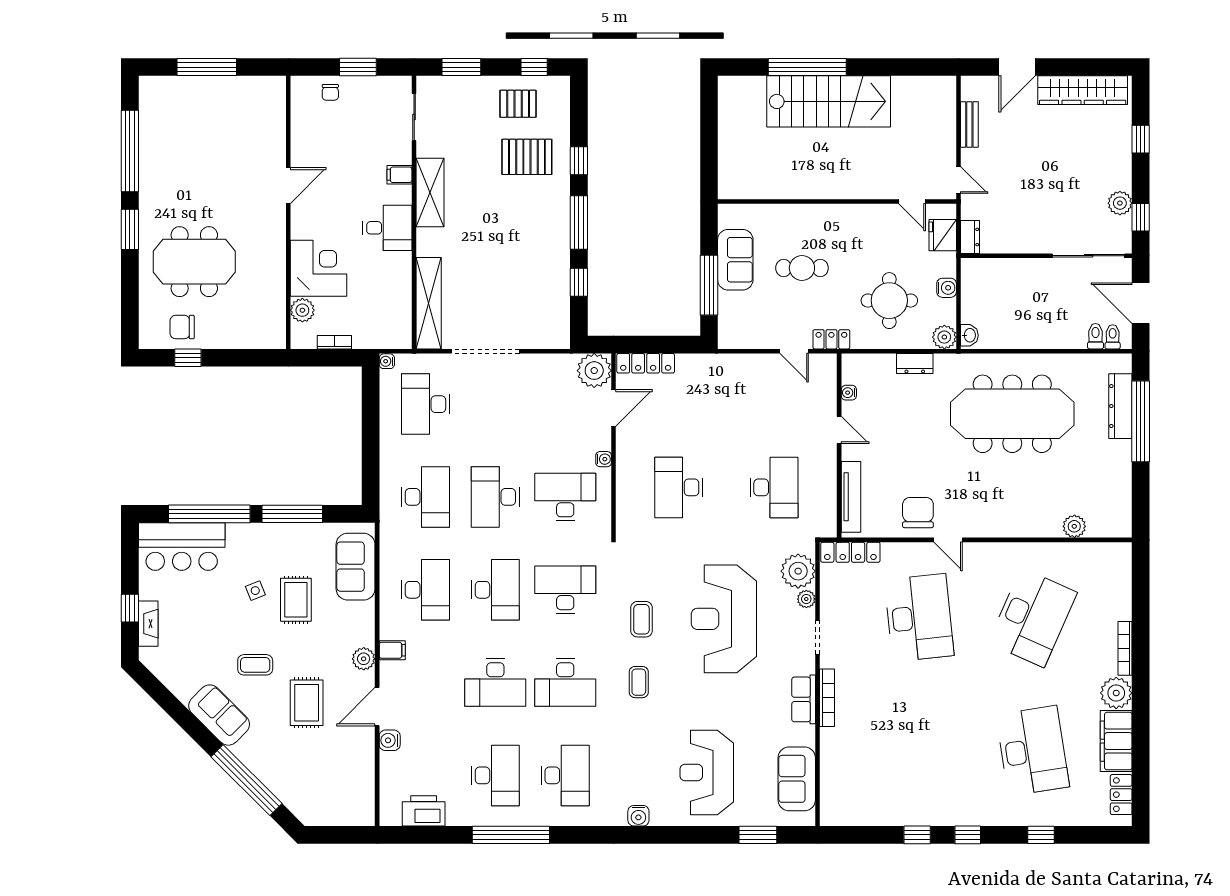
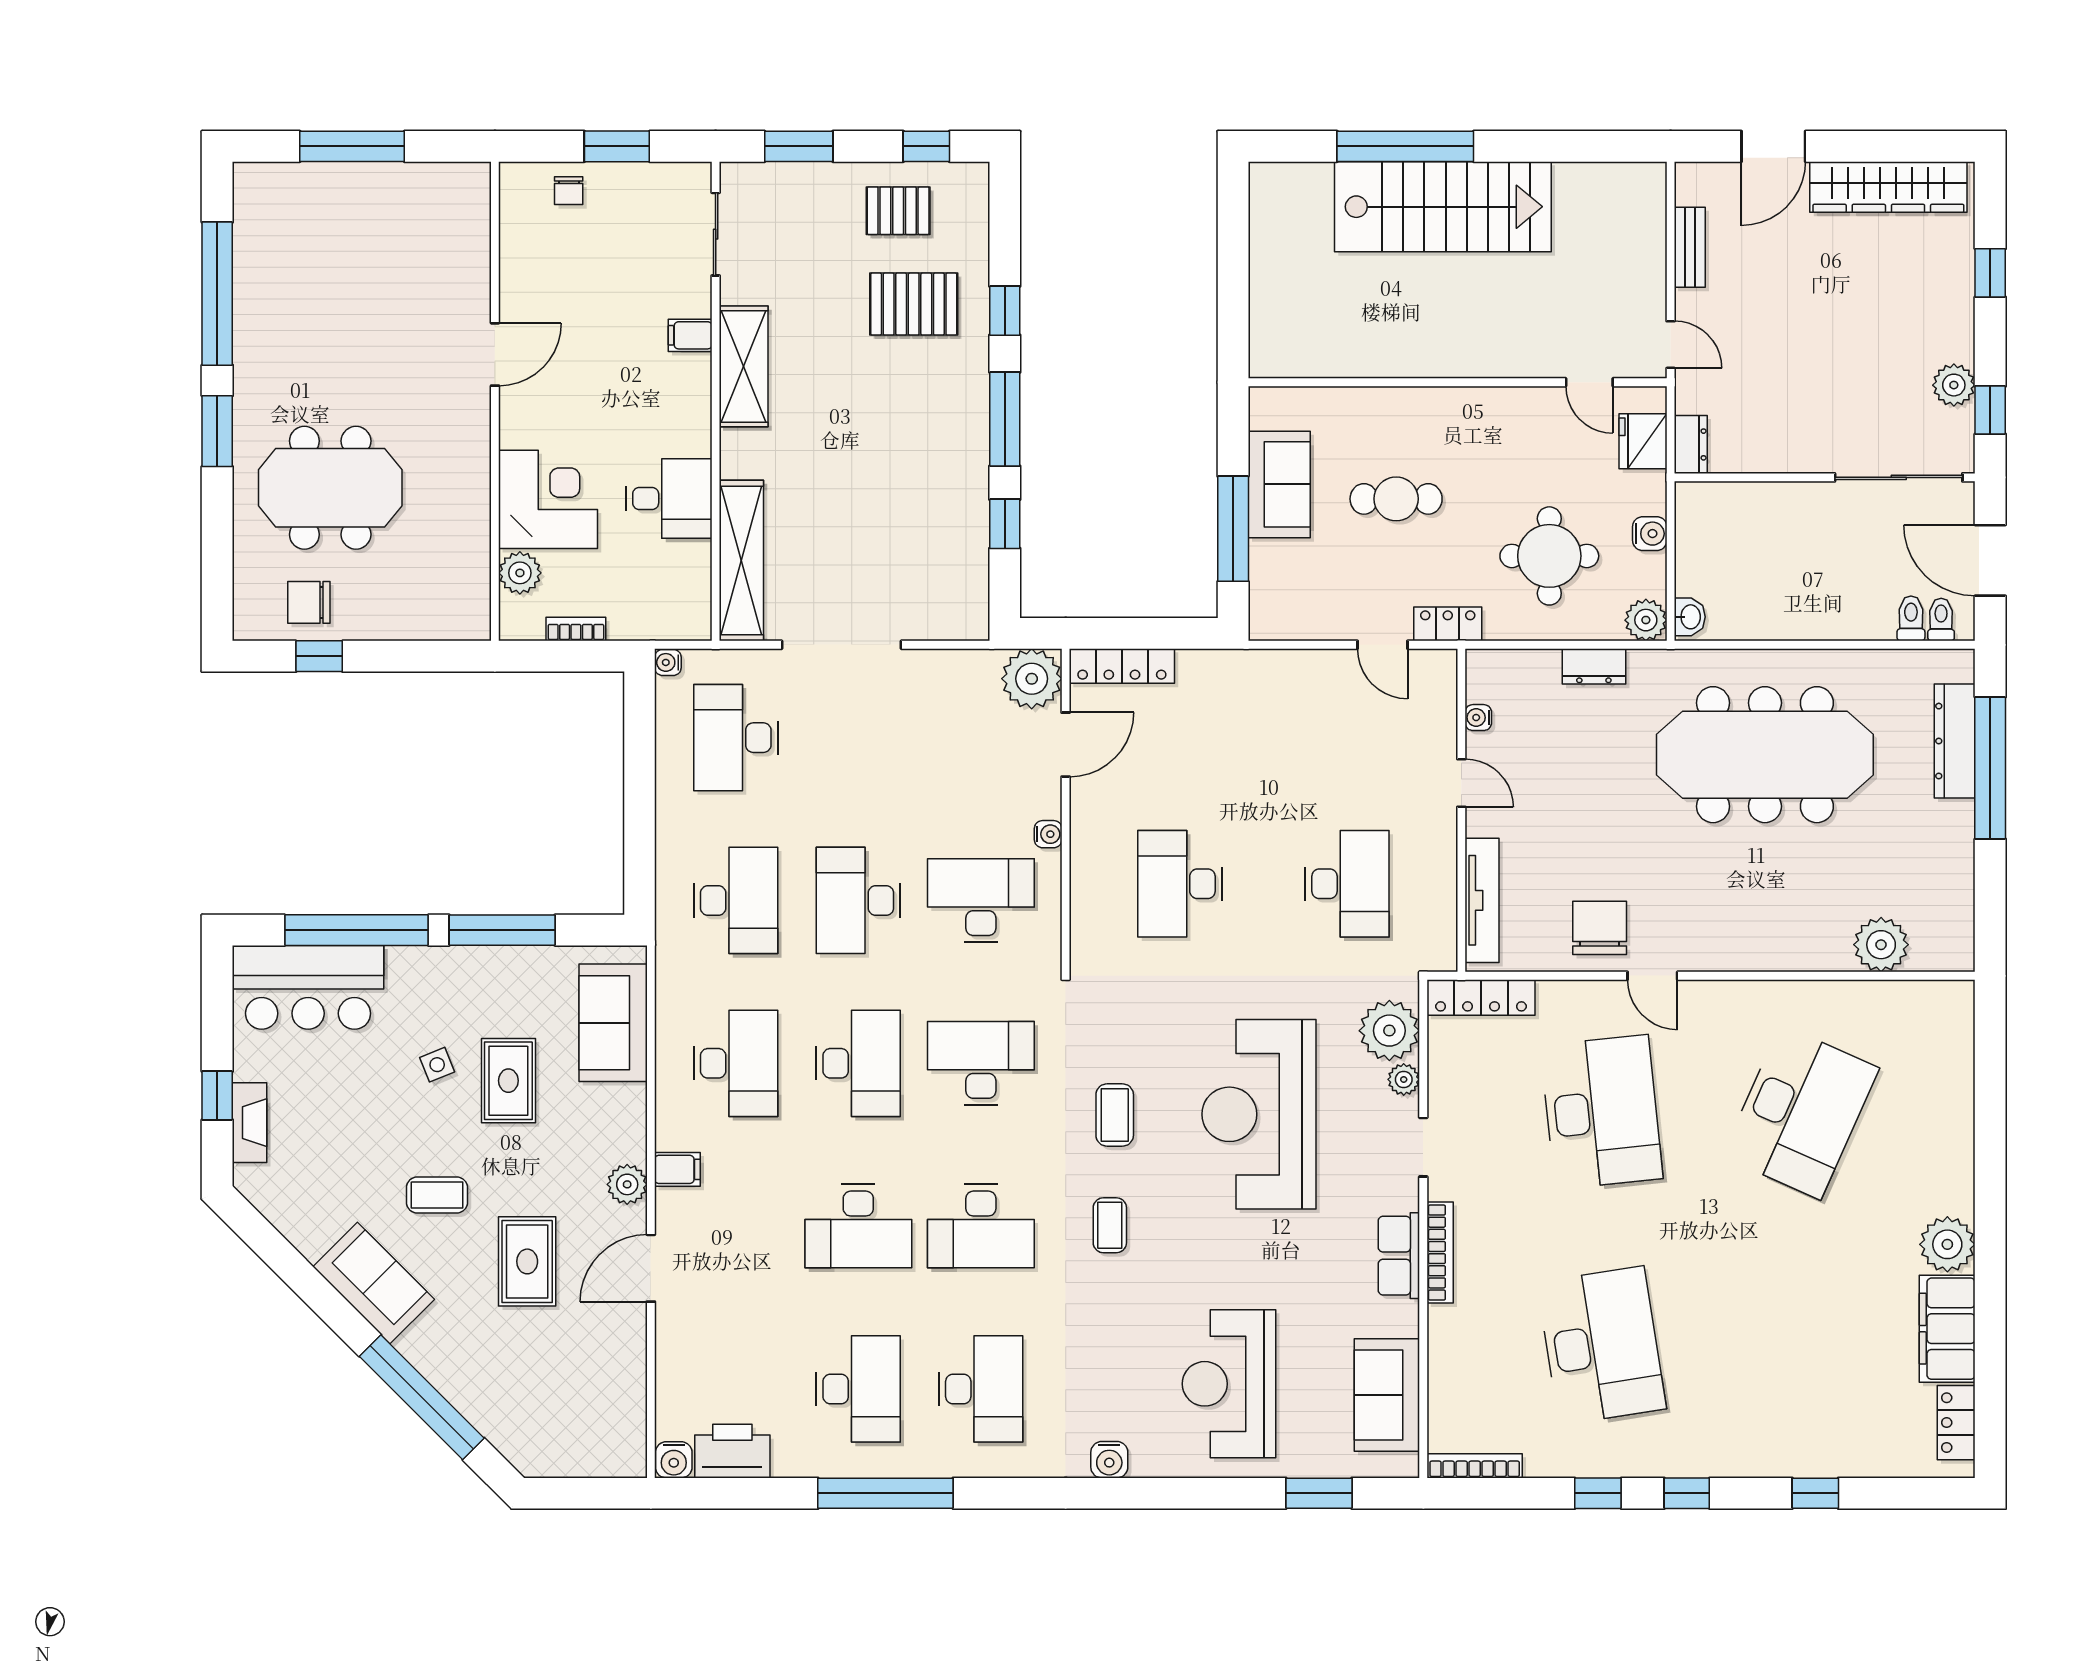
desk: (387, 228) -> (669, 498), moved
plant: (1074, 526) -> (1881, 945), width x1.36, depth x1.36
bookcase: (1125, 648) -> (1475, 1466), moved, turned 90
water cooler: (390, 740) -> (674, 1460), moved, turned -90
desk: (1033, 751) -> (1602, 1346), moved

